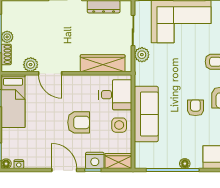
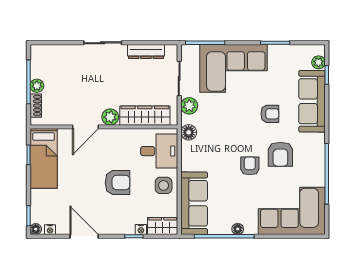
plant: (31, 65) -> (110, 117), moved
door: (50, 73) -> (85, 127), hinge flipped
floor lamp: (141, 78) -> (189, 132), added
sofa: (146, 114) -> (194, 203), moved
nightstand: (95, 160) -> (141, 230), width x0.53, depth x0.56
door: (64, 170) -> (84, 236), moved

